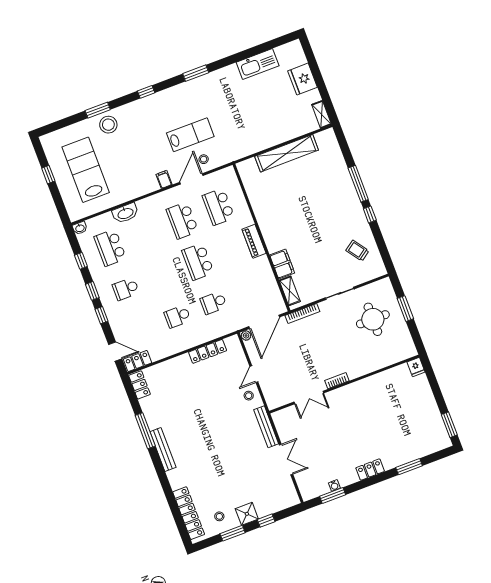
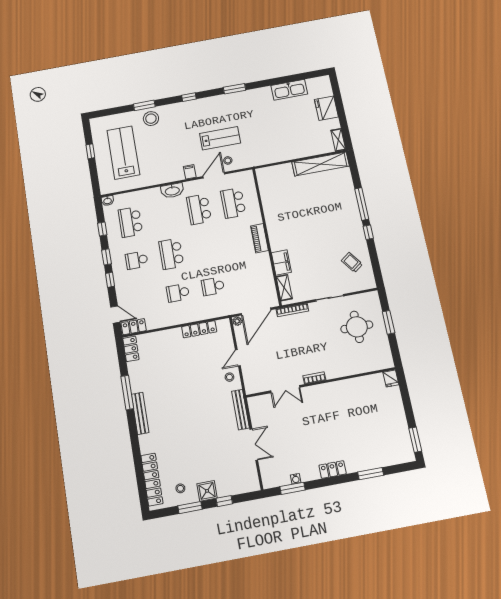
shelving: (287, 153) -> (321, 164), moved
washbasin: (125, 213) -> (172, 191), moved
school desk: (198, 262) -> (171, 254), moved

